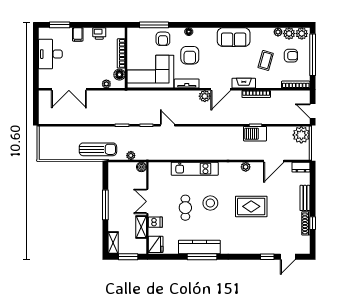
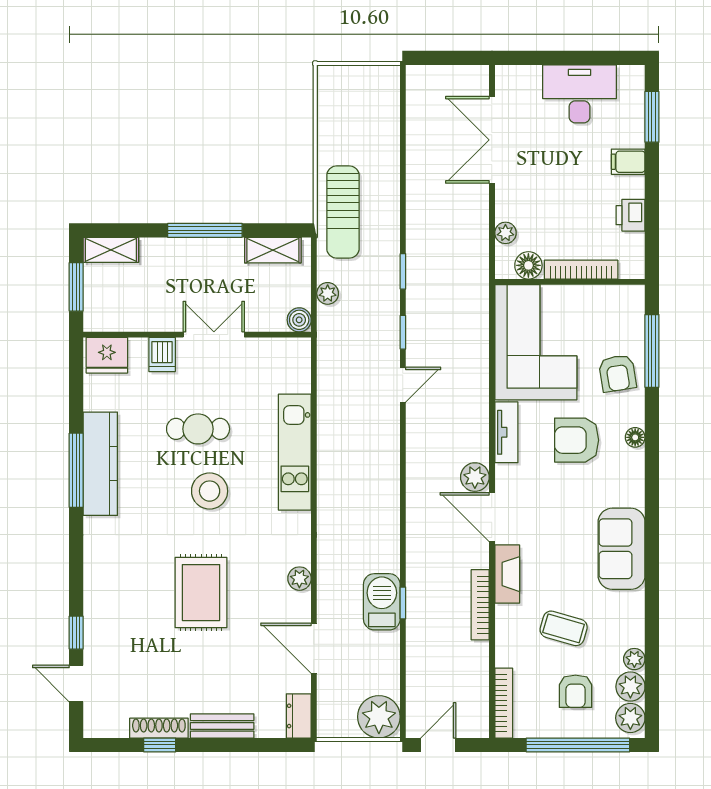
armchair: (163, 39) -> (617, 373), turned -99
shelving: (141, 227) -> (273, 250), moved

